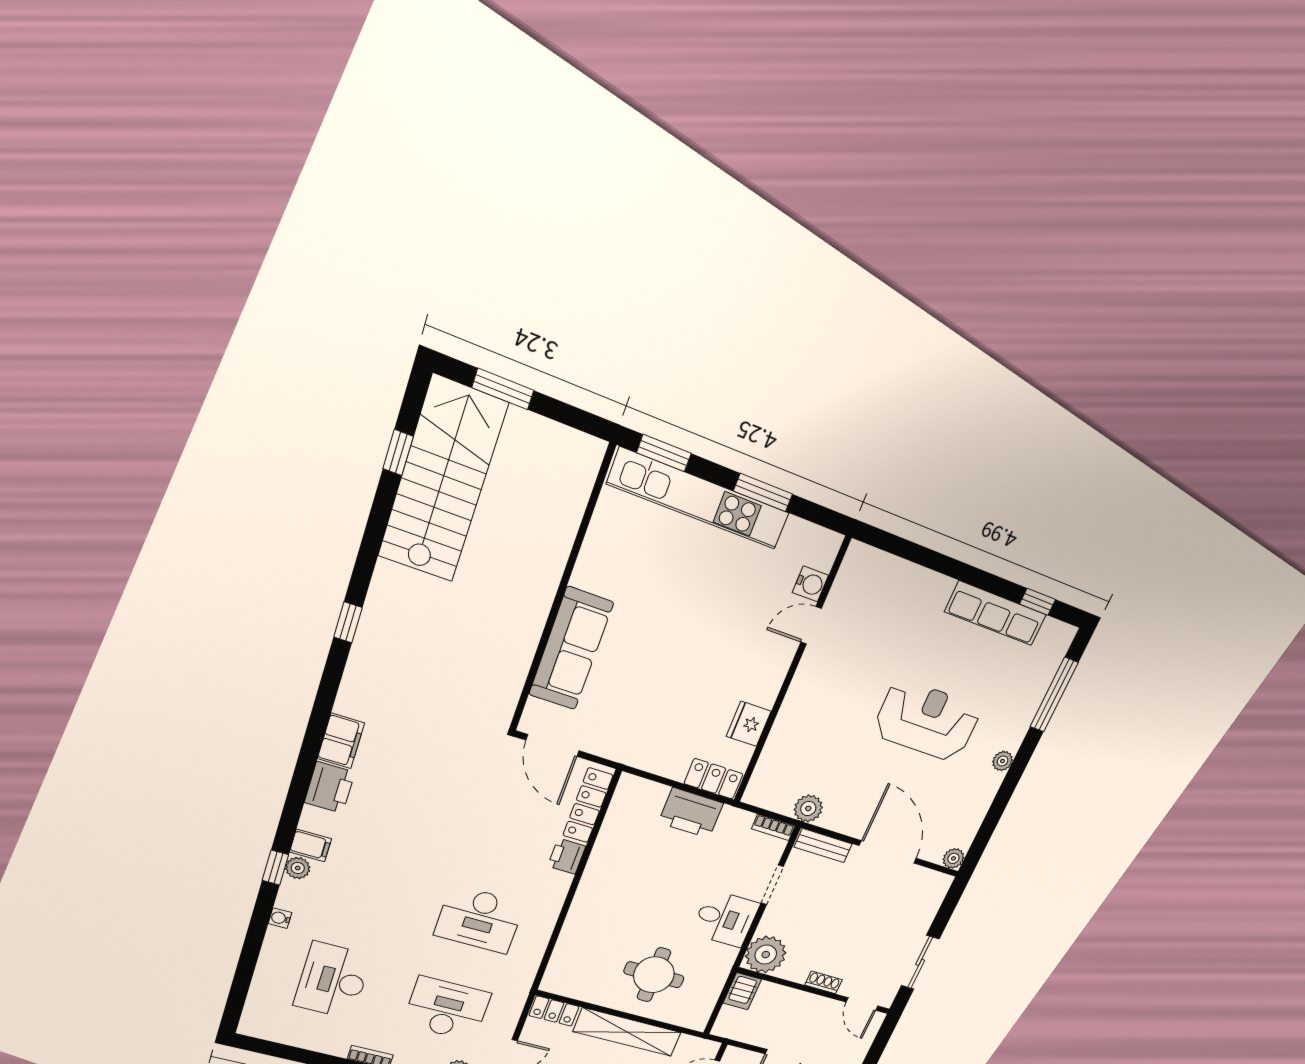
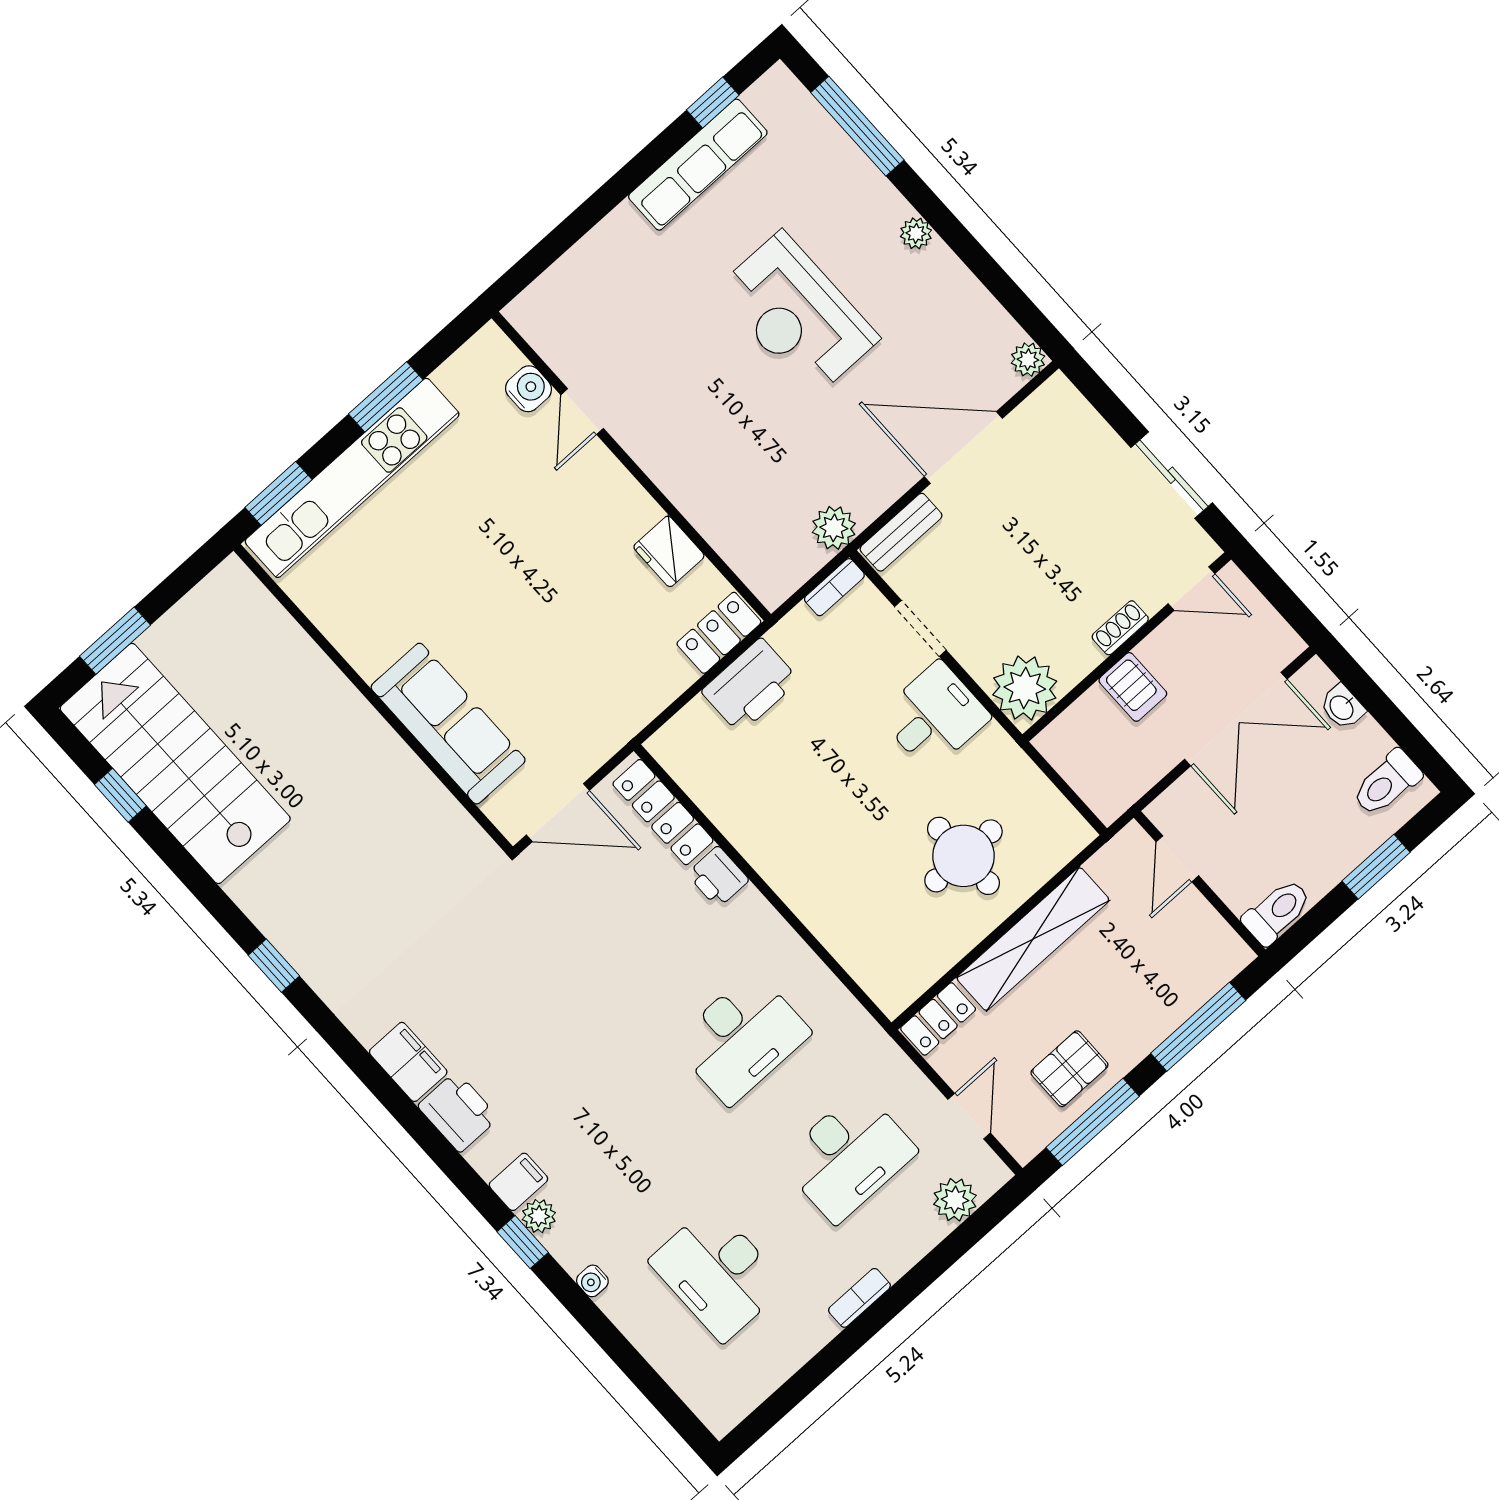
reception desk: (927, 721) -> (797, 314), turned -90
server rack: (742, 991) -> (1133, 687), moved
desk: (447, 1009) -> (848, 1156), turned 180

